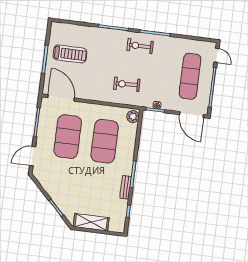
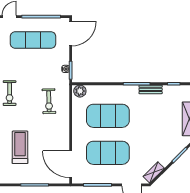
treadmill: (70, 54) -> (20, 147), moved
door: (61, 98) -> (71, 164), hinge flipped
shelving: (42, 180) -> (154, 172), added

